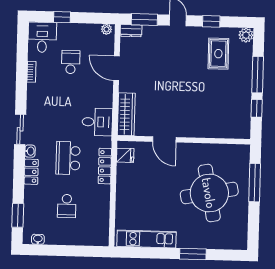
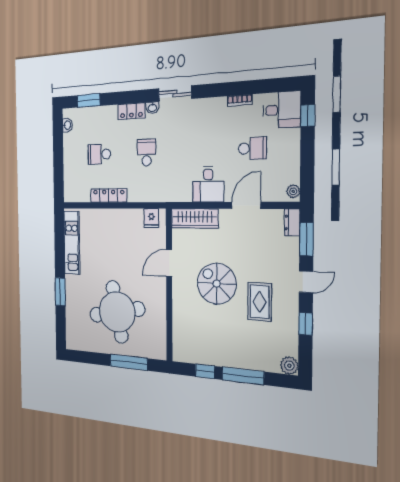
window: (62, 17) -> (308, 116), moved
rug: (218, 54) -> (260, 302), moved, turned 90
spiral stairs: (181, 96) -> (217, 284), added
desk: (97, 122) -> (208, 184), moved
school desk: (68, 158) -> (147, 152), width x0.54
locker: (105, 166) -> (109, 195), moved

